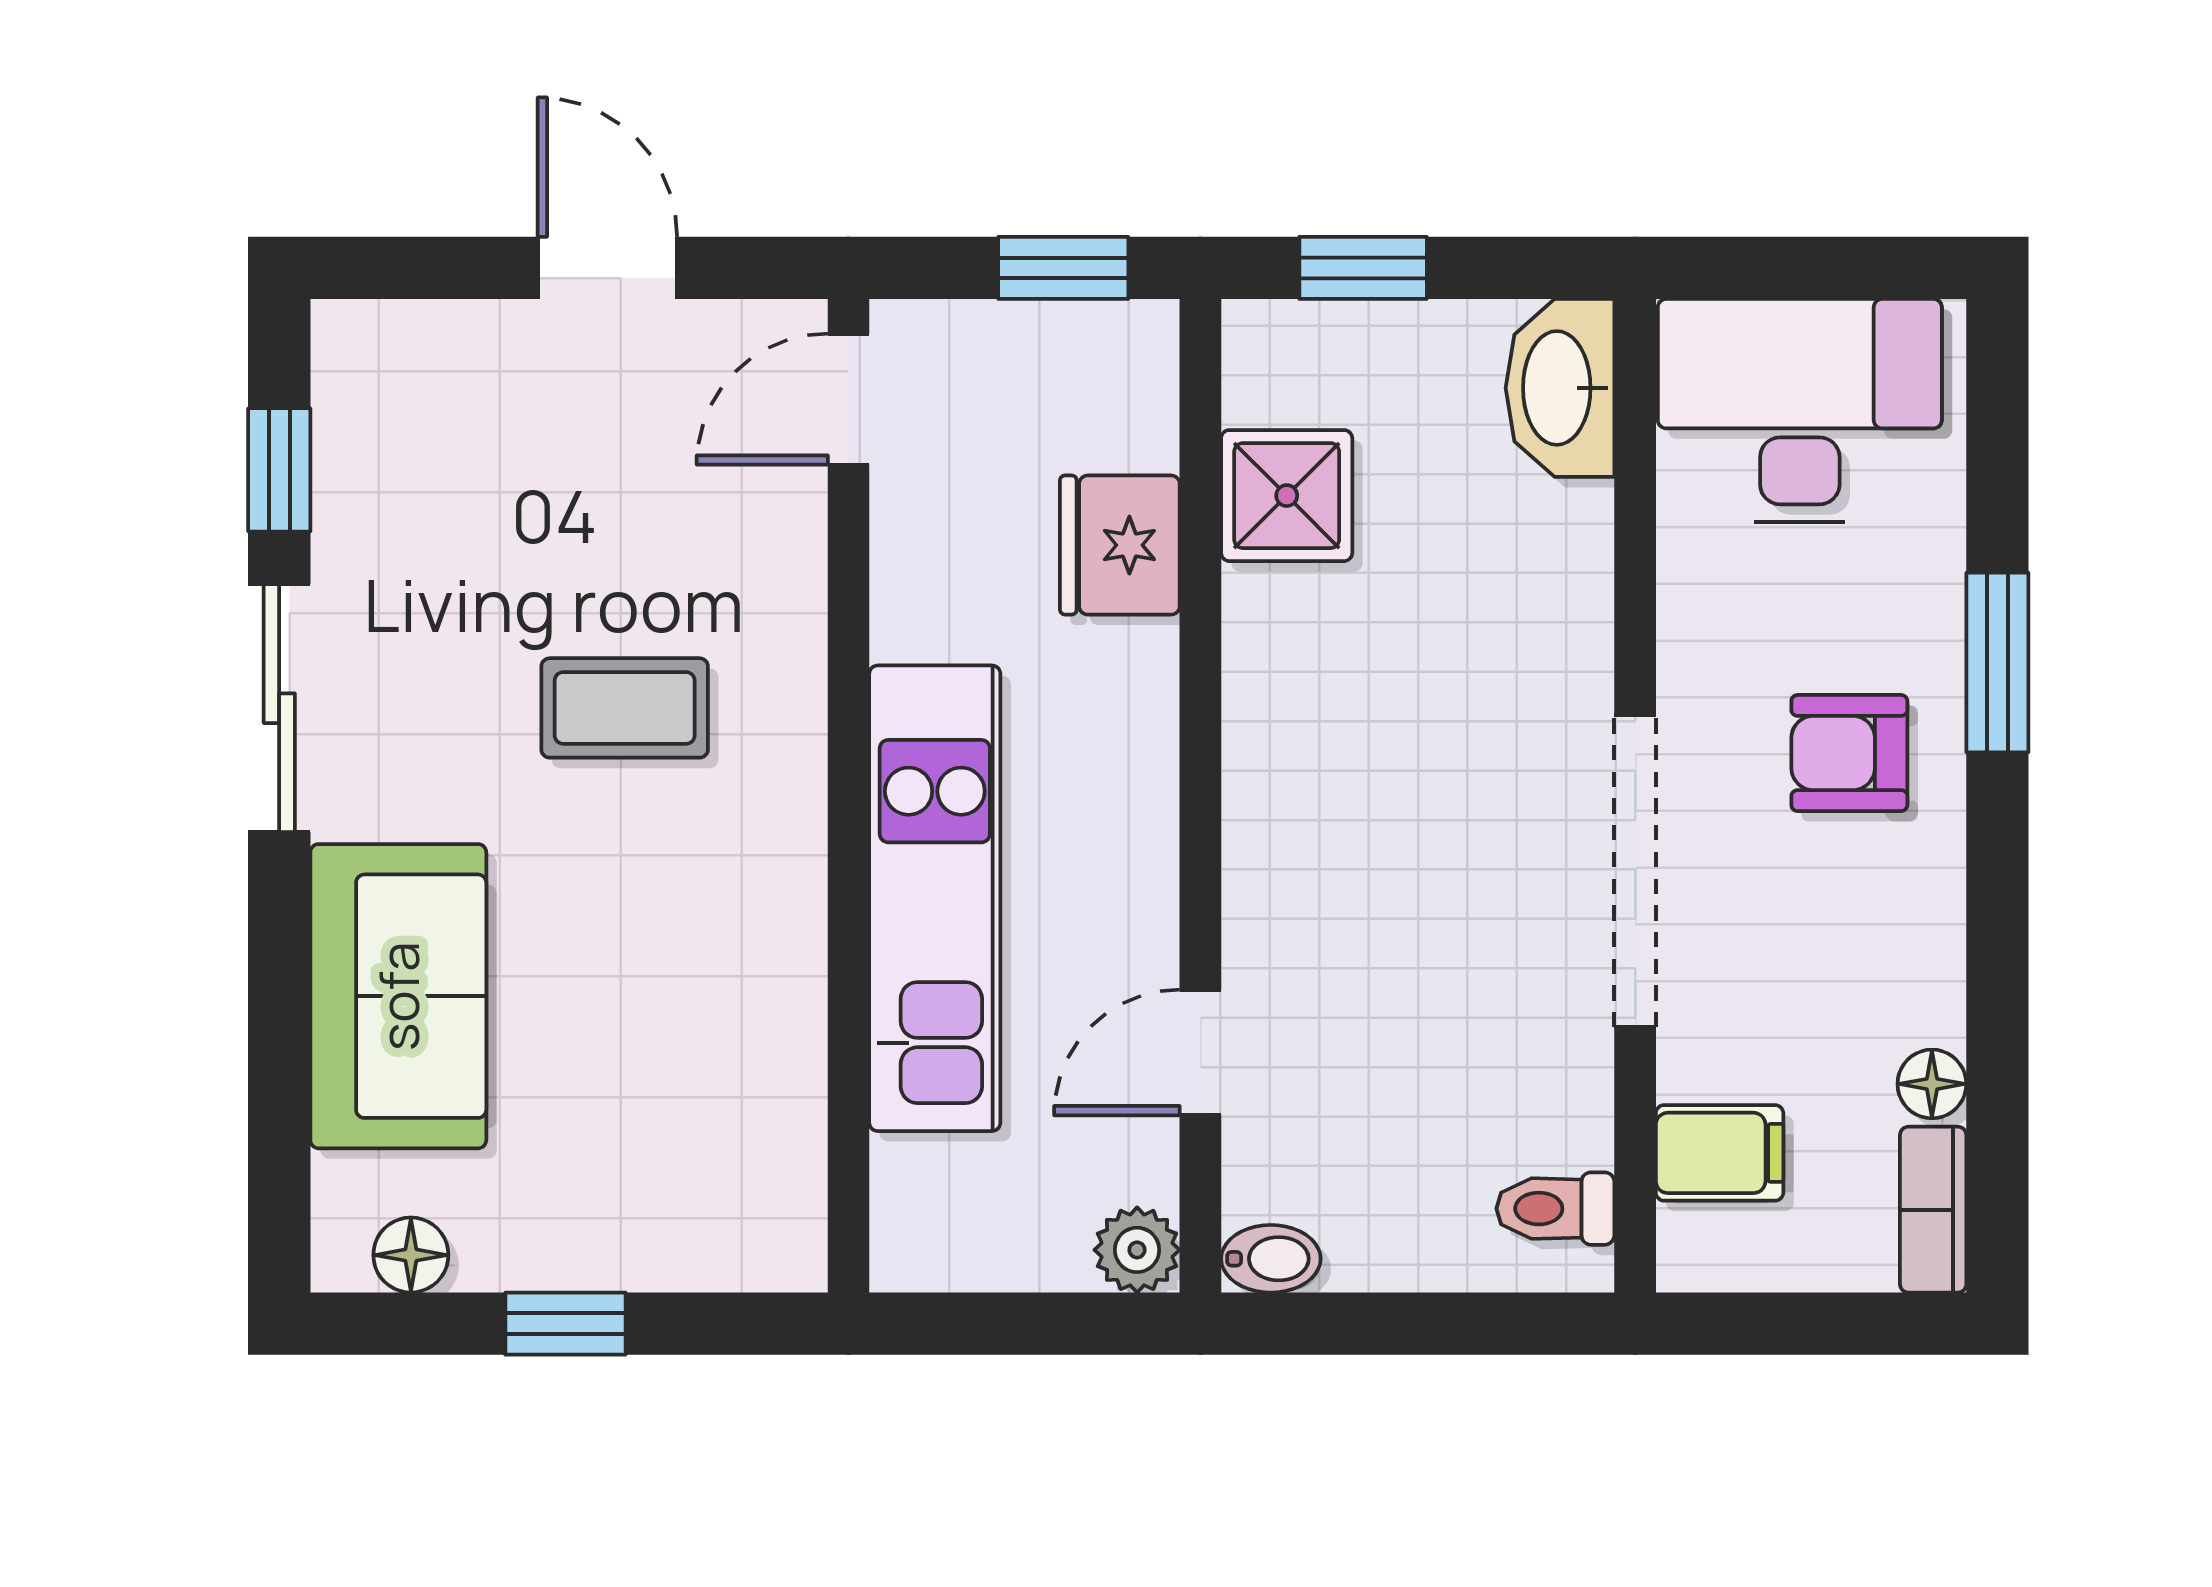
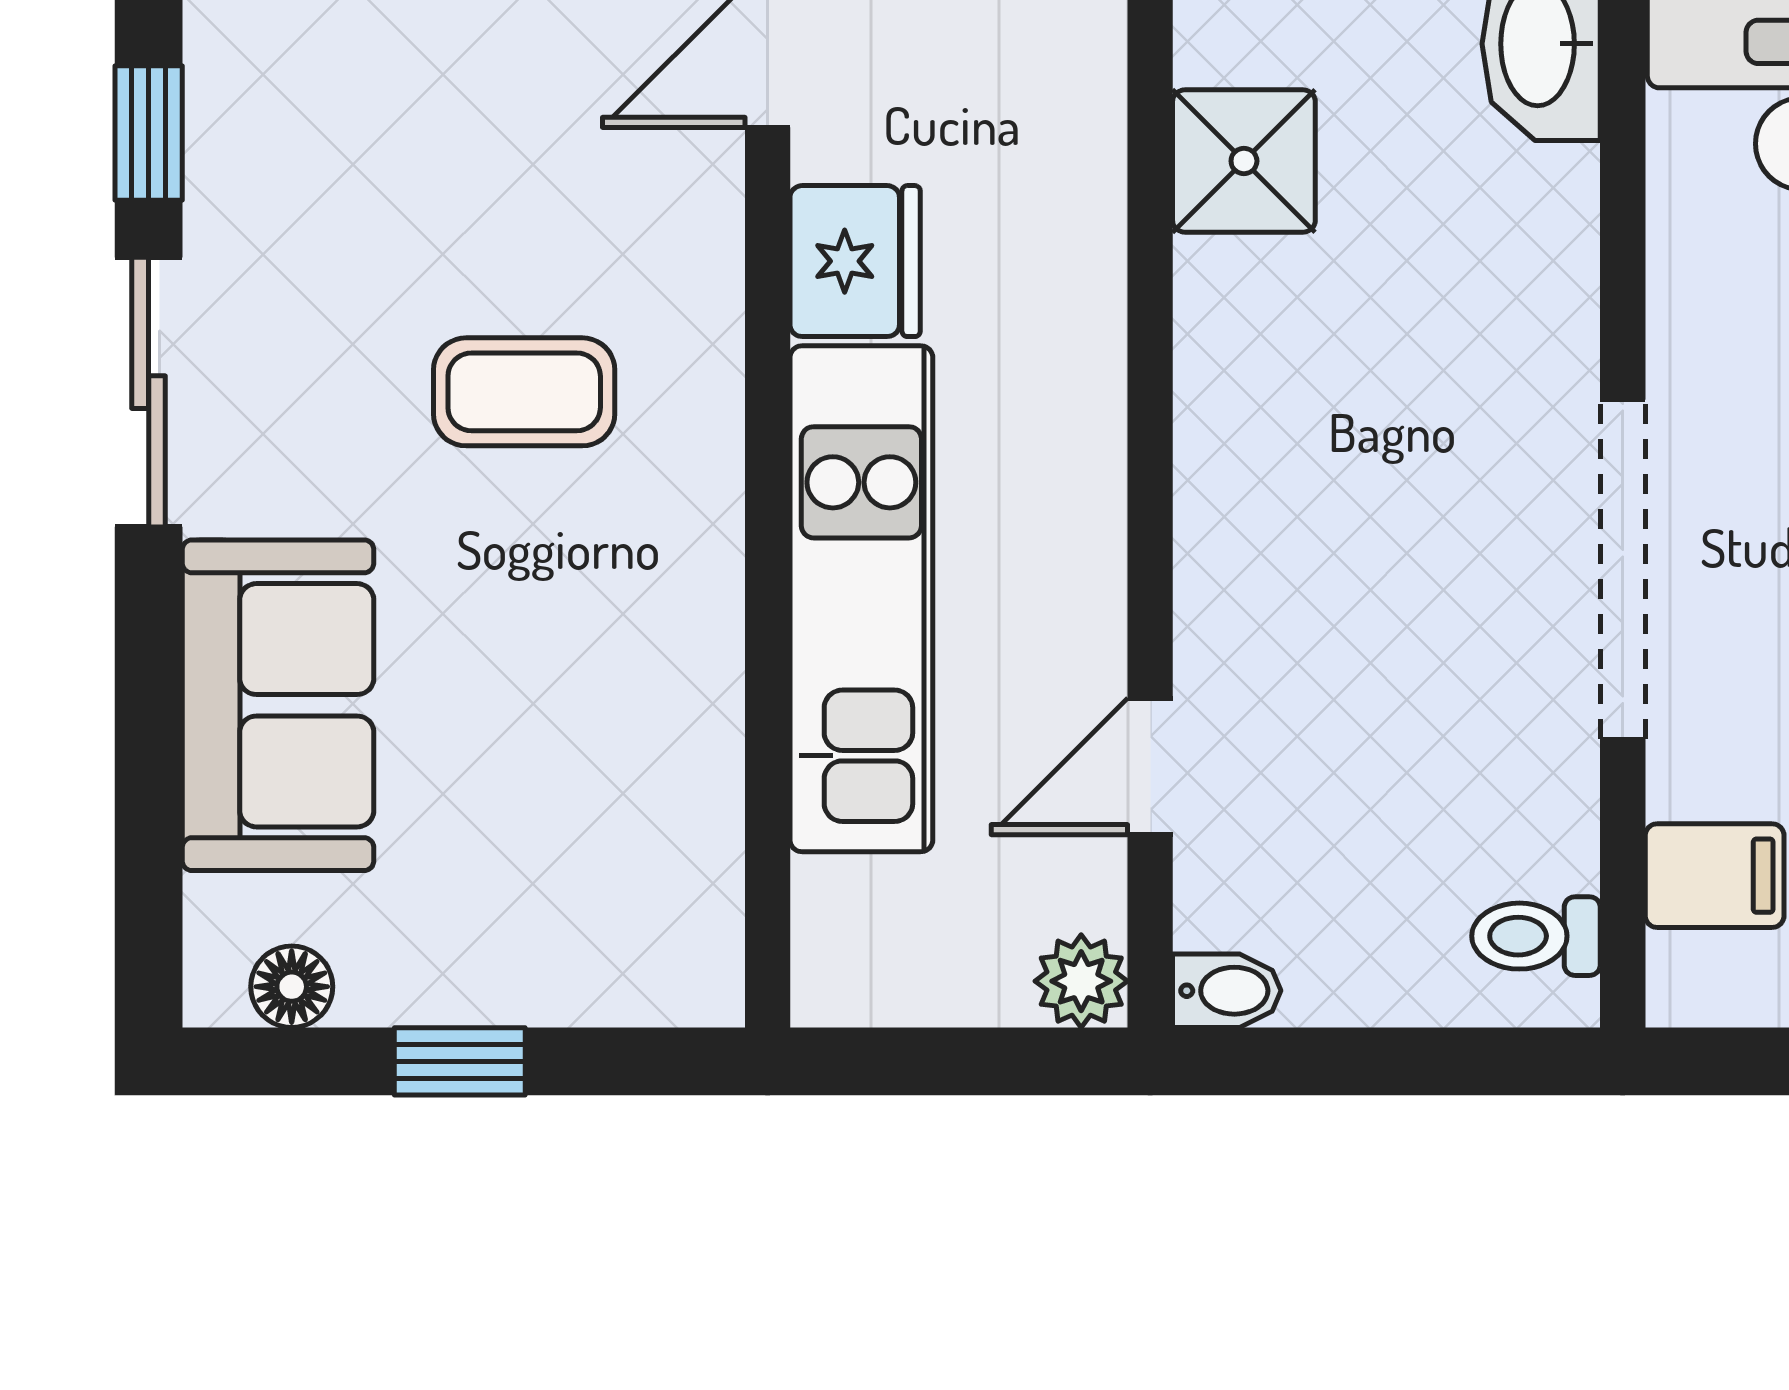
fridge: (1120, 545) -> (855, 261), moved, turned 180

